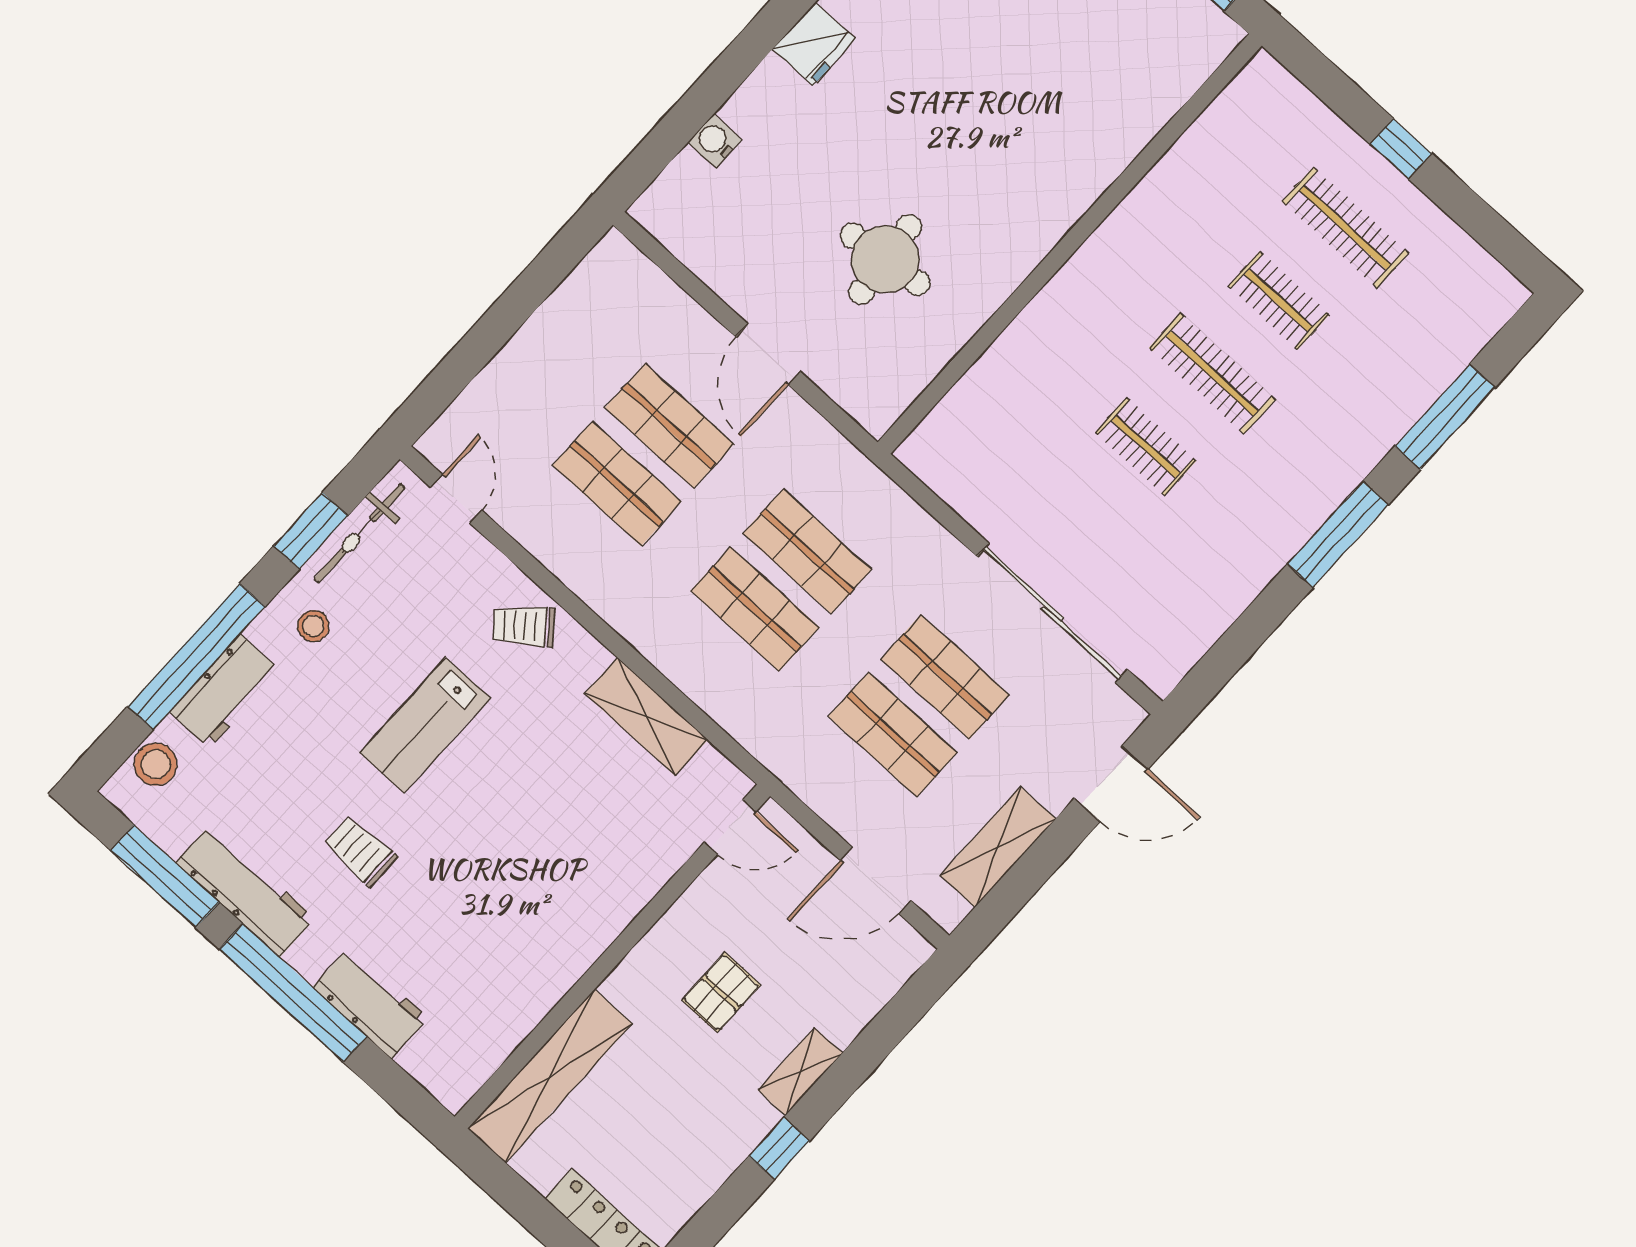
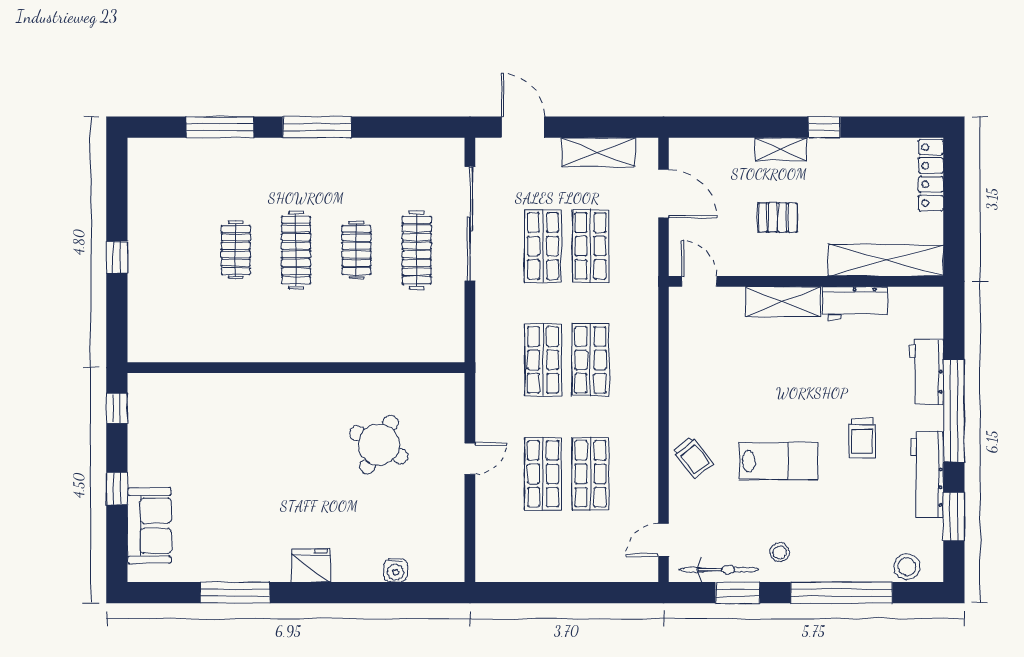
clothes rail: (1345, 227) -> (417, 250), moved
round table: (885, 259) -> (379, 445), turned 34
door: (768, 354) -> (470, 459), width x0.73
workbench: (225, 691) -> (855, 303), moved, turned 180
shelving: (646, 717) -> (783, 302), moved, turned 90
window: (165, 876) -> (954, 517), width x0.69

